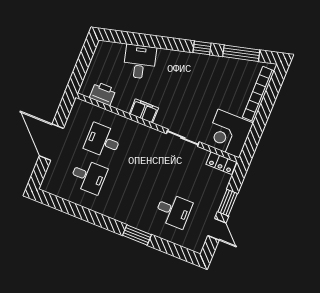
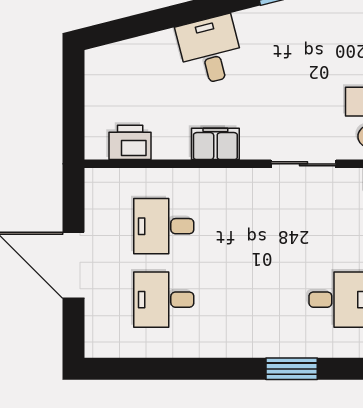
desk: (140, 62) -> (210, 50), moved
desk: (88, 176) -> (164, 300), turned 180

